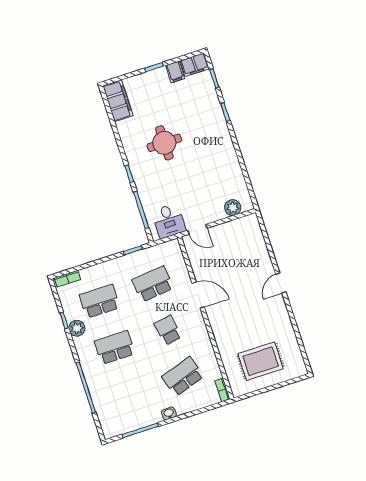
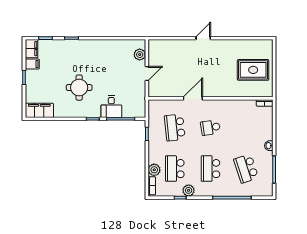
desk: (169, 221) -> (111, 107), moved, turned 90
door: (197, 229) -> (147, 73), moved
plant: (89, 275) -> (154, 170), added
door: (281, 283) -> (203, 38), swing flipped
rug: (261, 361) -> (253, 70), turned 90
school desk: (183, 376) -> (246, 169), moved

